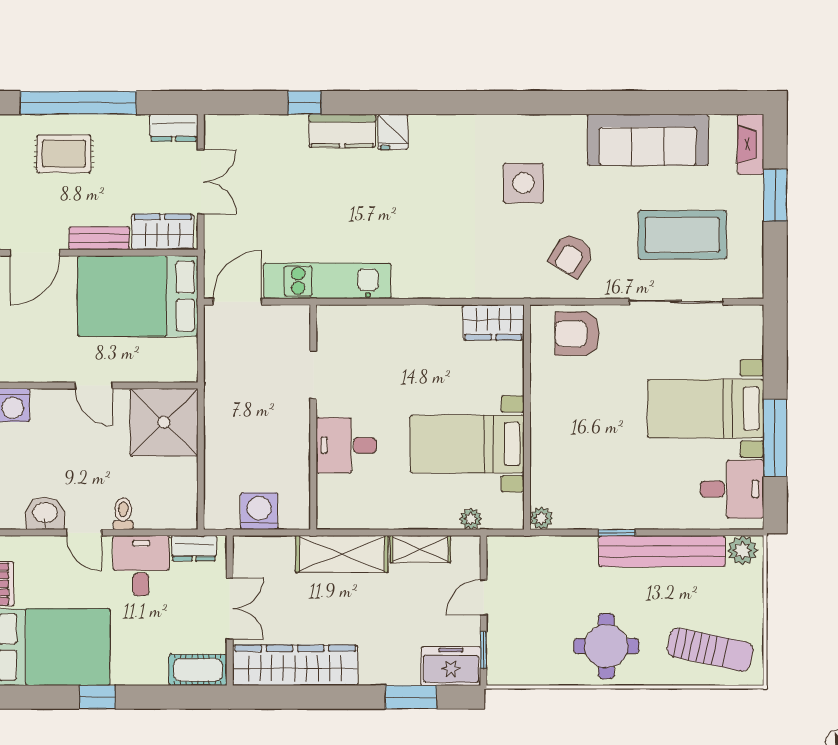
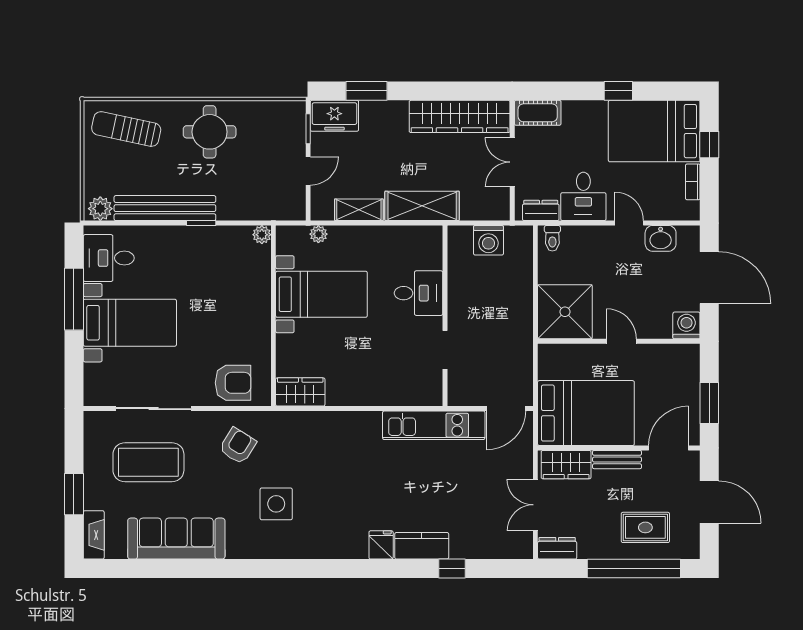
toilet: (123, 514) -> (552, 238), moved

